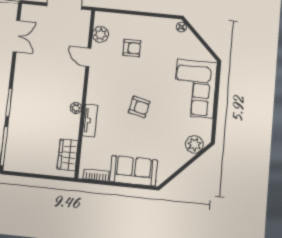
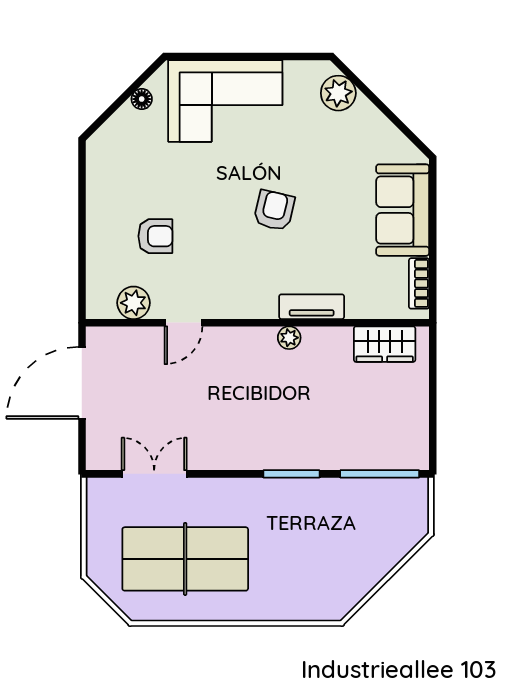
floor lamp: (181, 27) -> (142, 99), moved
armchair: (132, 48) -> (155, 236), turned 90

